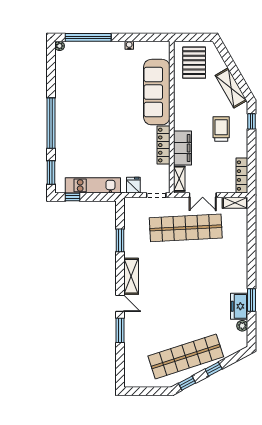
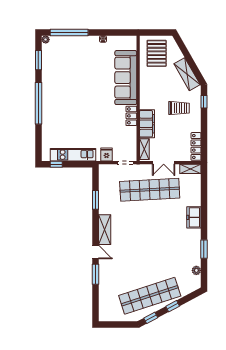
trolley: (221, 129) -> (179, 108), turned 90
locker: (163, 145) -> (131, 116), width x0.66
window: (51, 173) -> (38, 60), moved
freezer: (239, 306) -> (194, 217), moved

